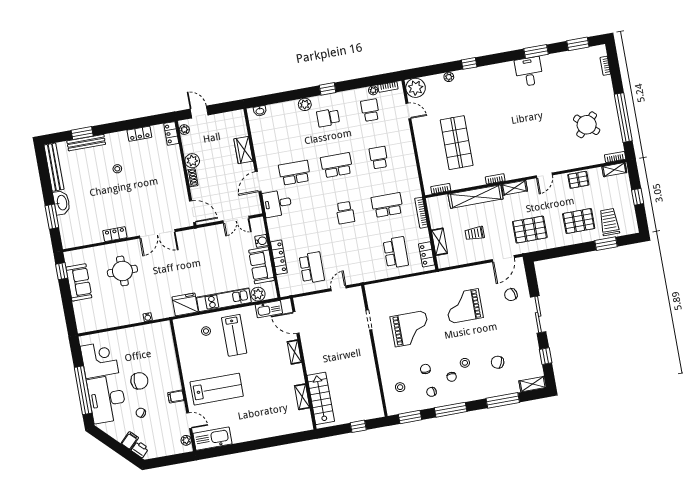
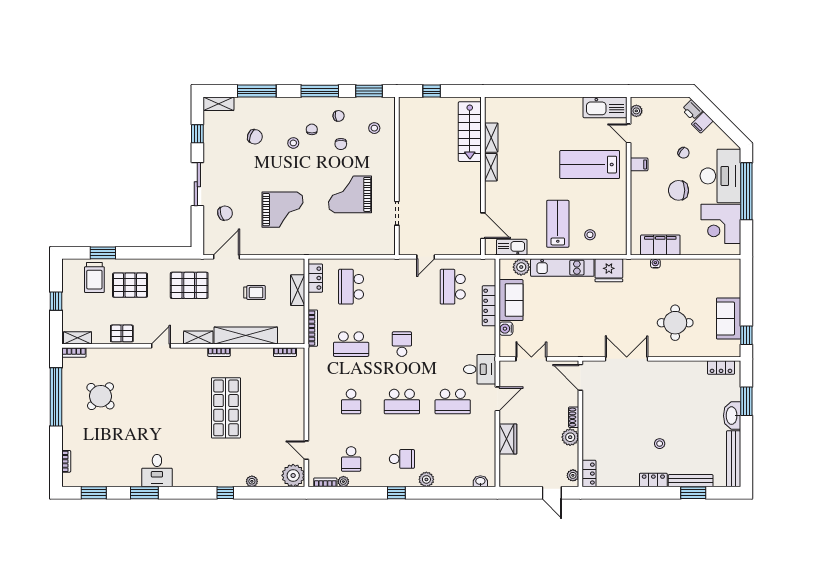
locker: (139, 134) -> (653, 480), moved
shop shelf: (457, 143) -> (226, 408), moved
locker: (115, 234) -> (721, 368), moved
filing cabinet: (146, 333) -> (660, 245), added
shelving: (294, 352) -> (491, 167), moved

